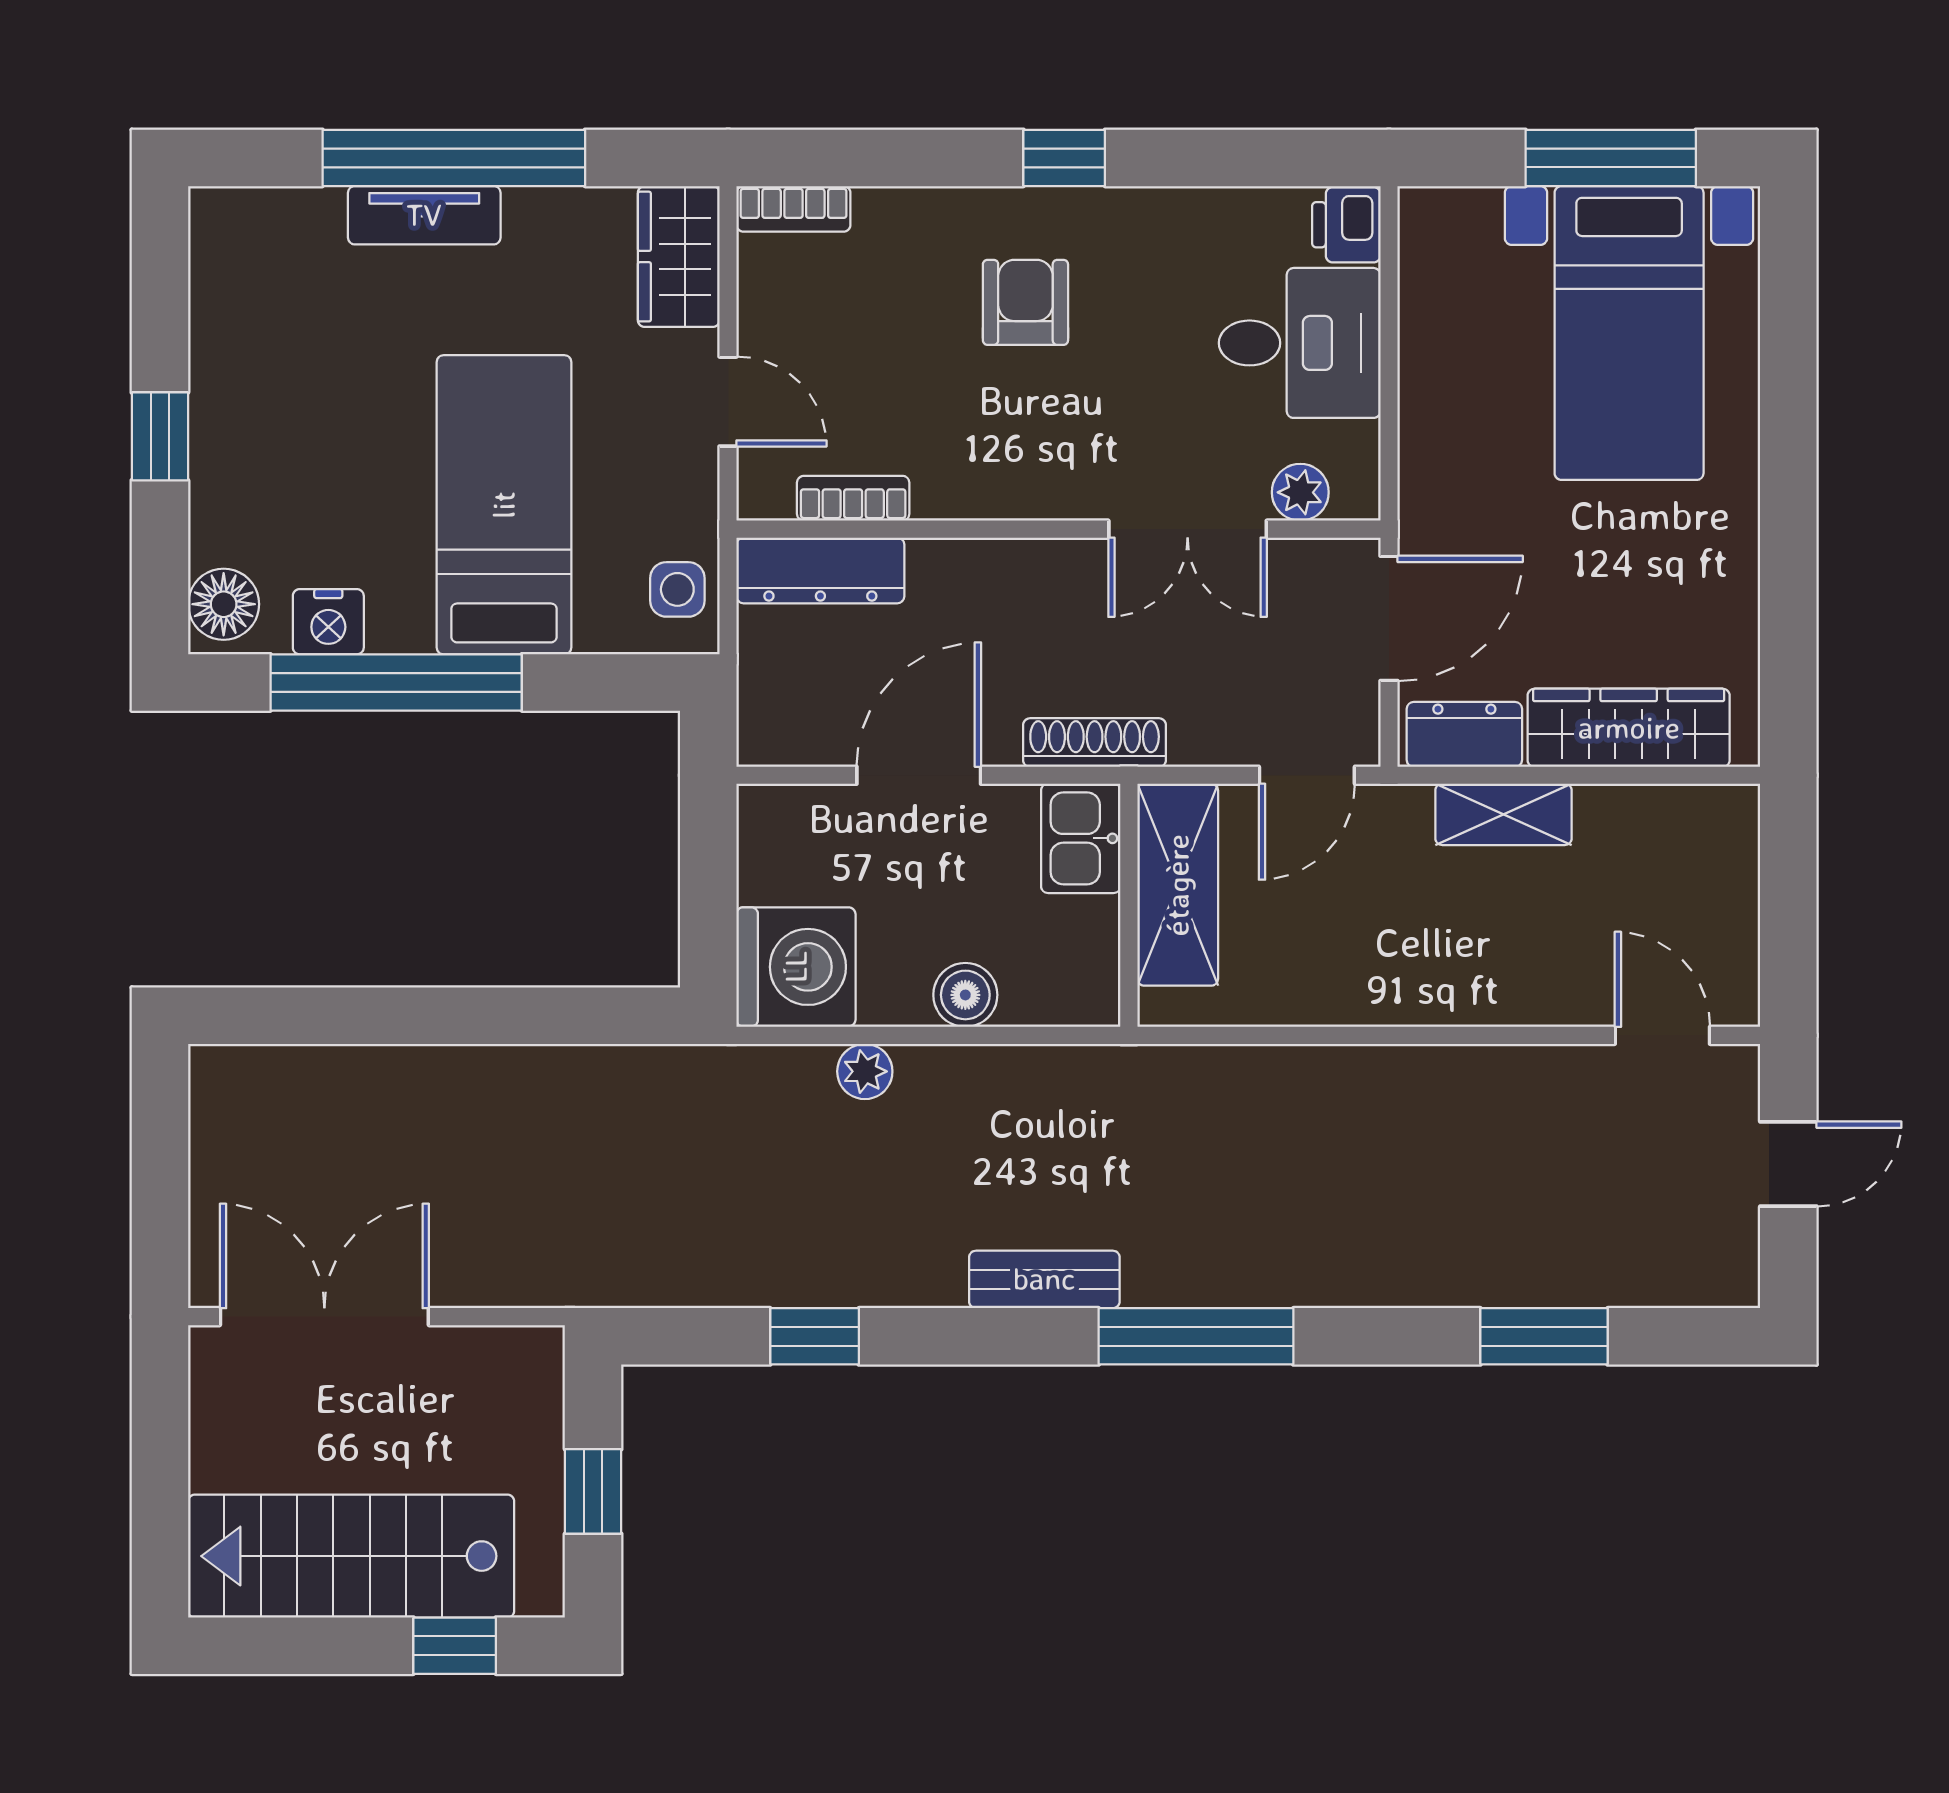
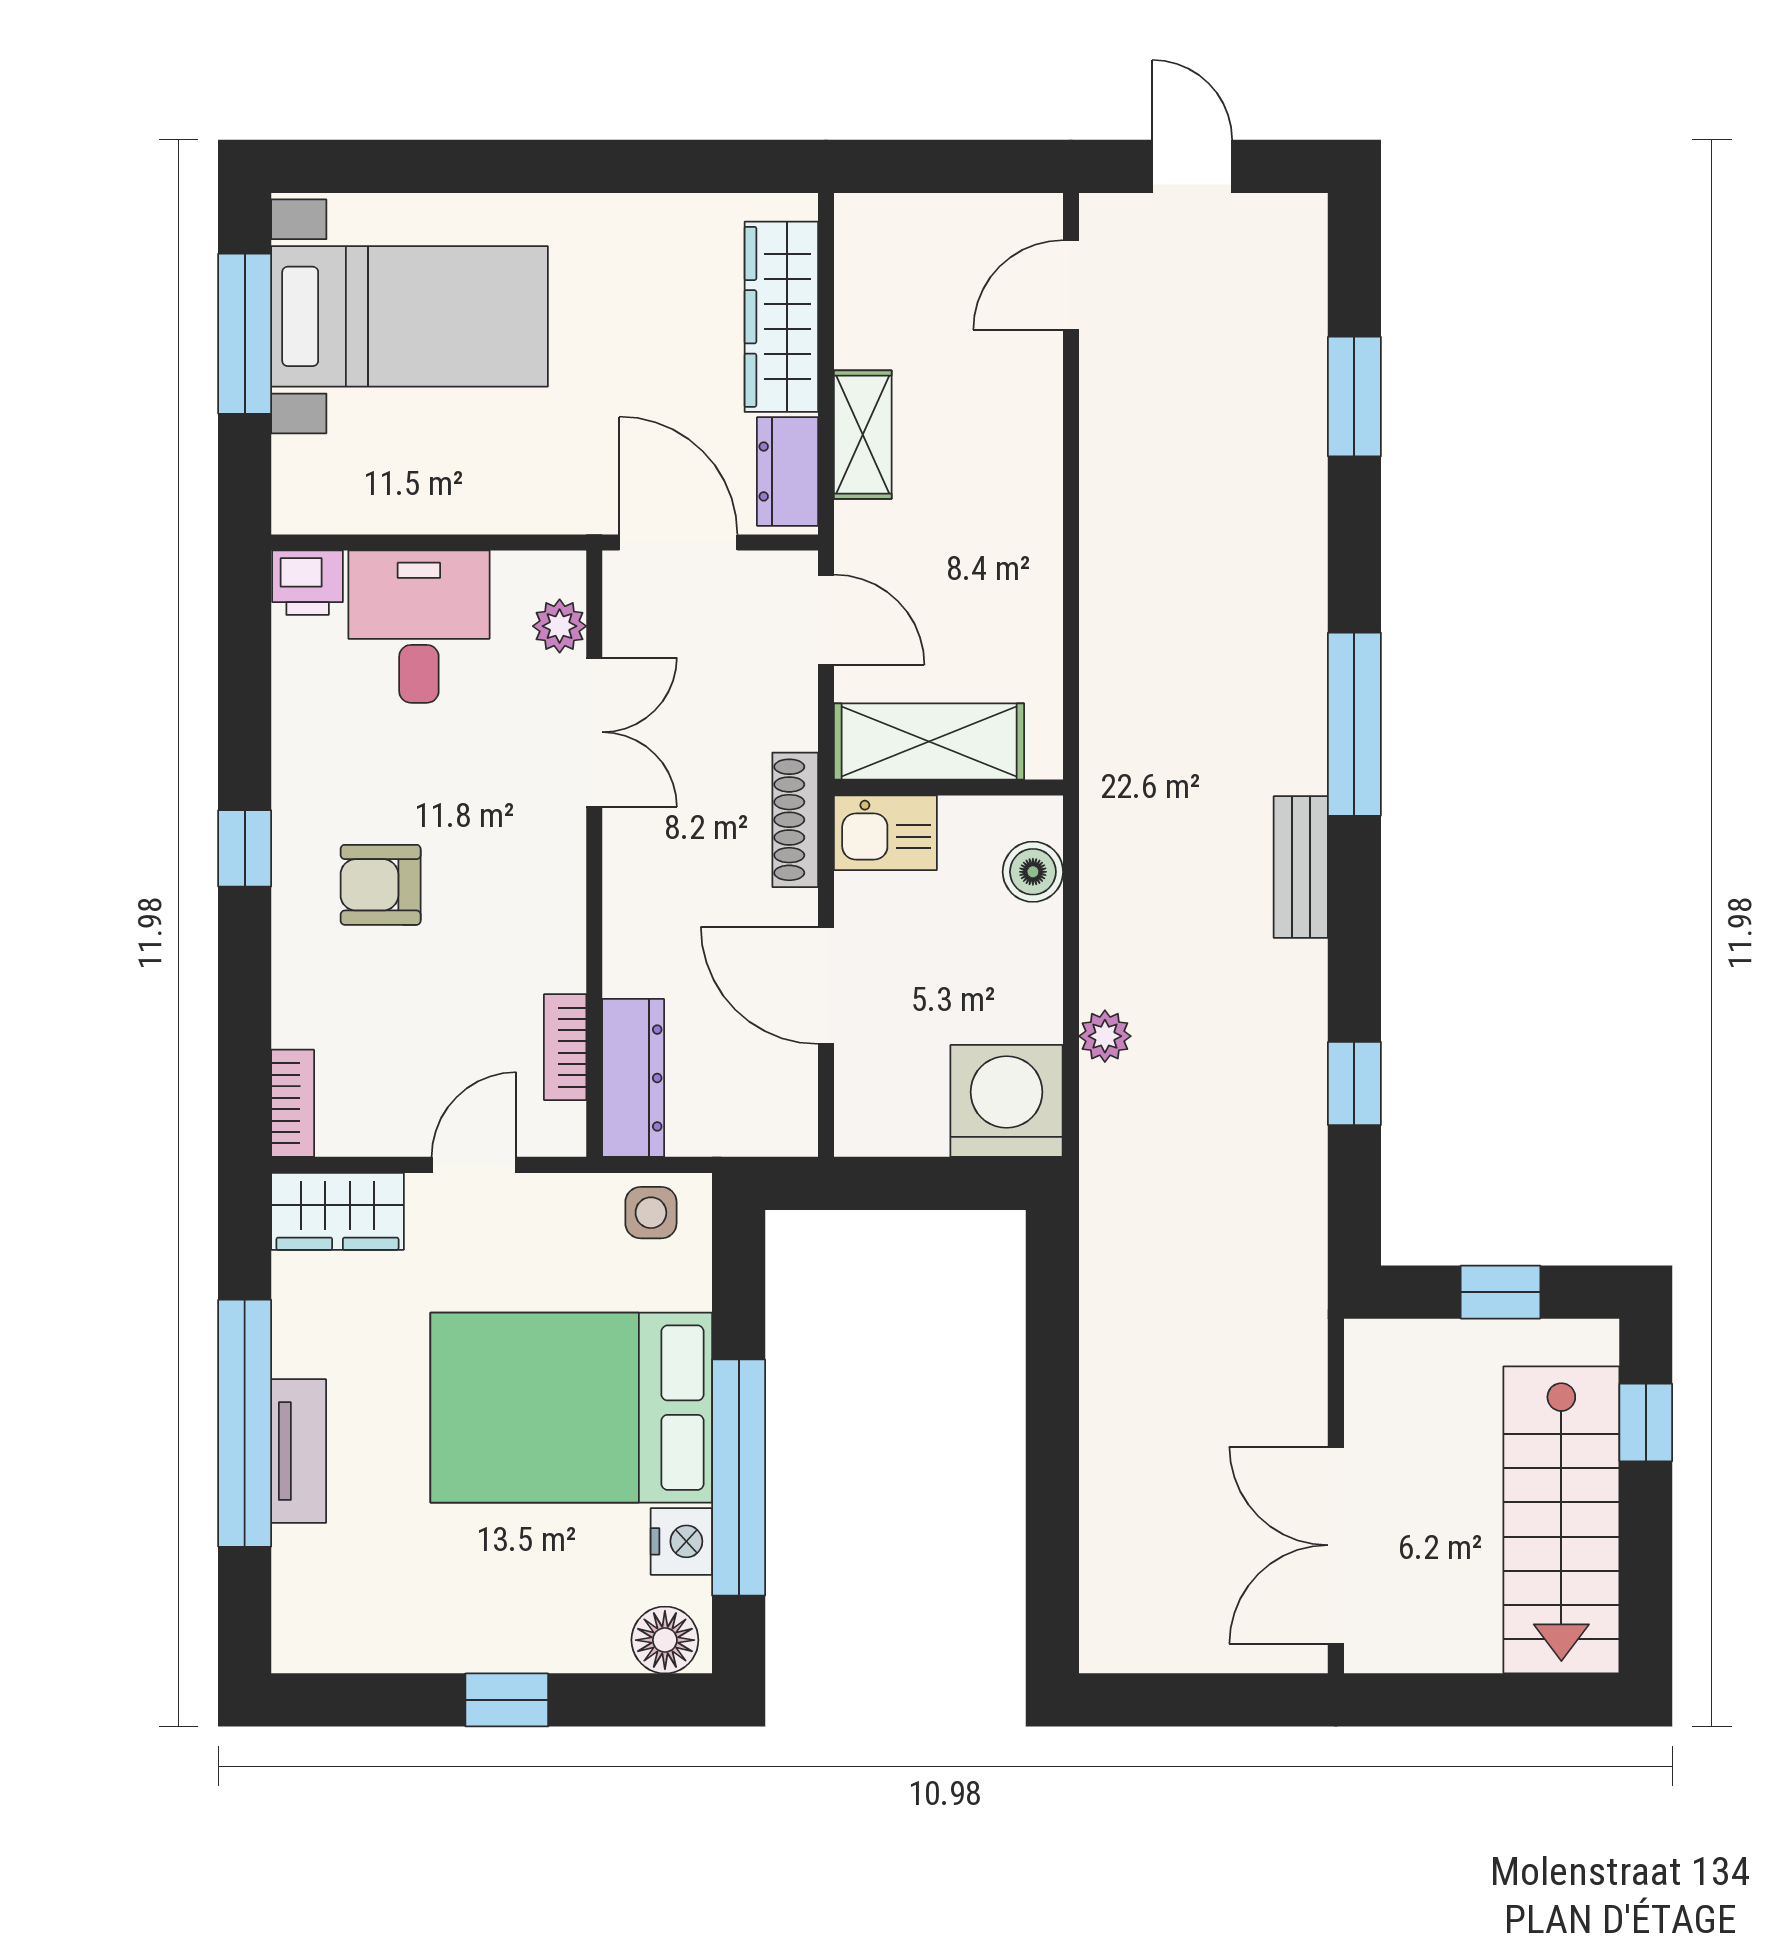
bed: (504, 505) -> (571, 1408), width x1.50
boiler: (965, 995) -> (1033, 872), moved

